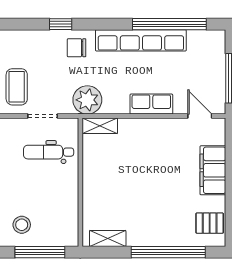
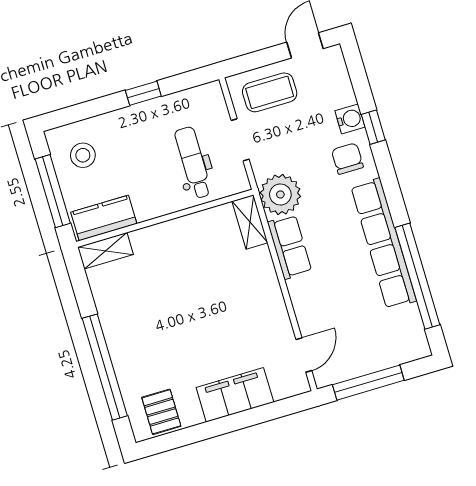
water cooler: (50, 38) -> (350, 119), added
row of seats: (151, 104) -> (290, 247), moved
kitchen counter: (68, 223) -> (104, 218), added
shelving: (108, 238) -> (105, 251), moved, turned 90

